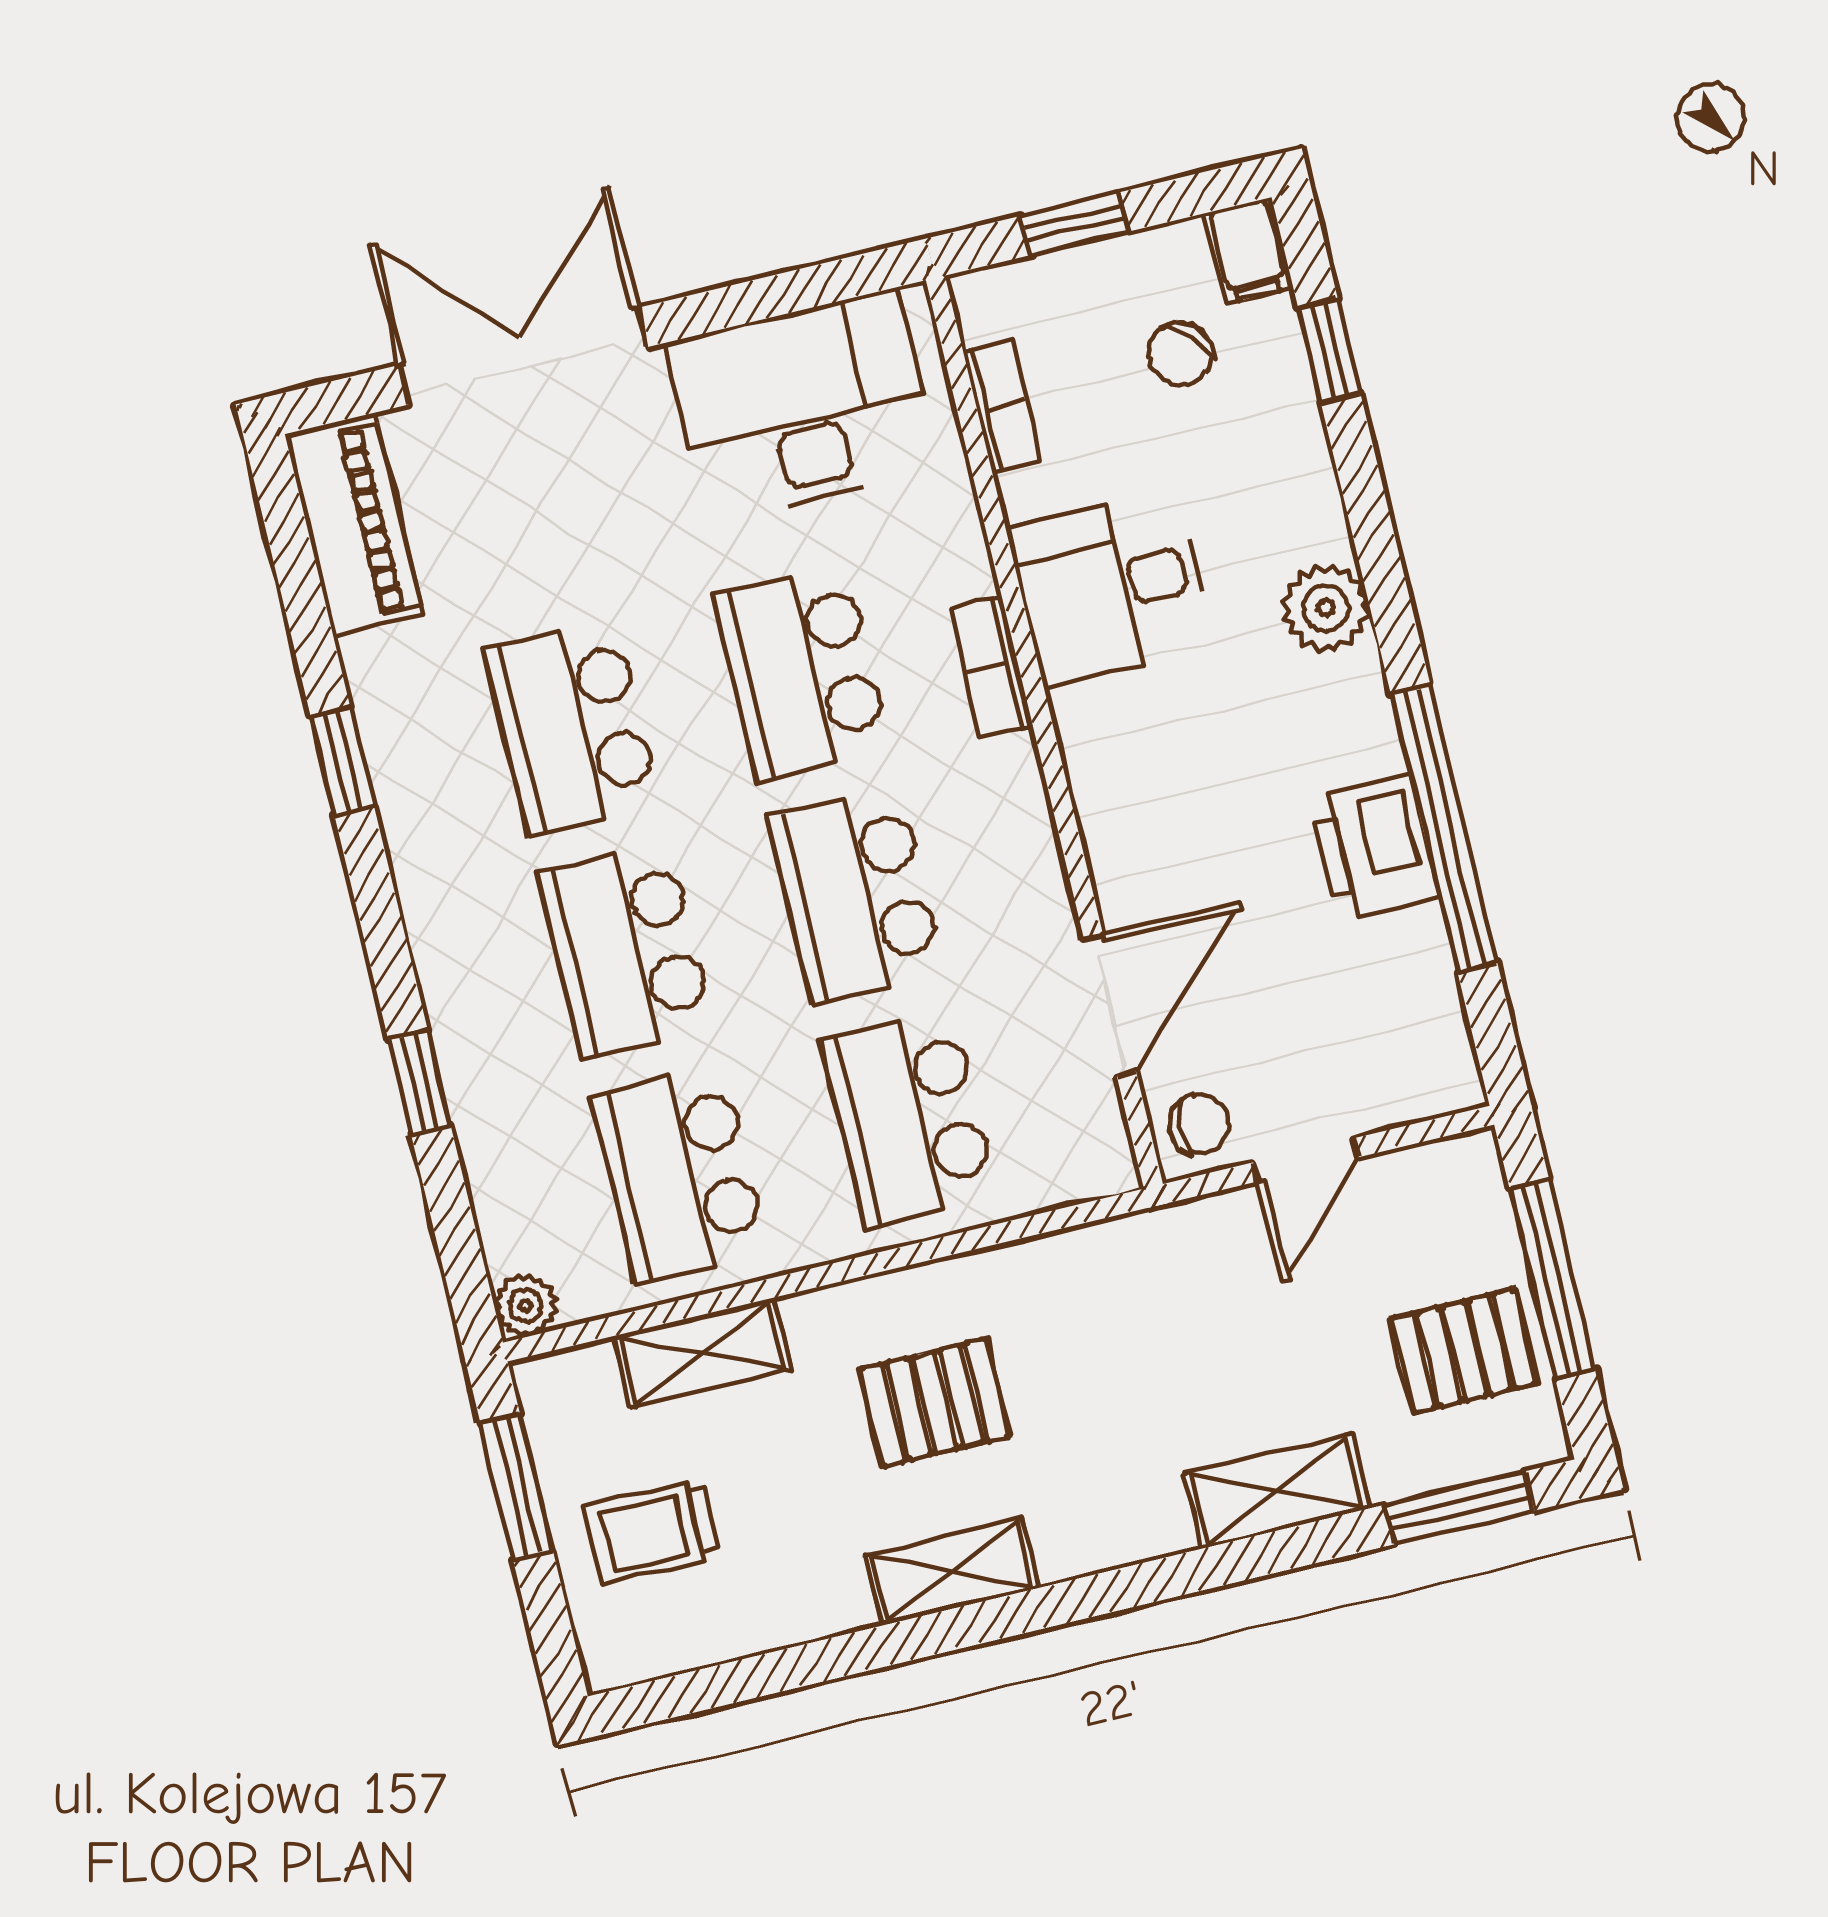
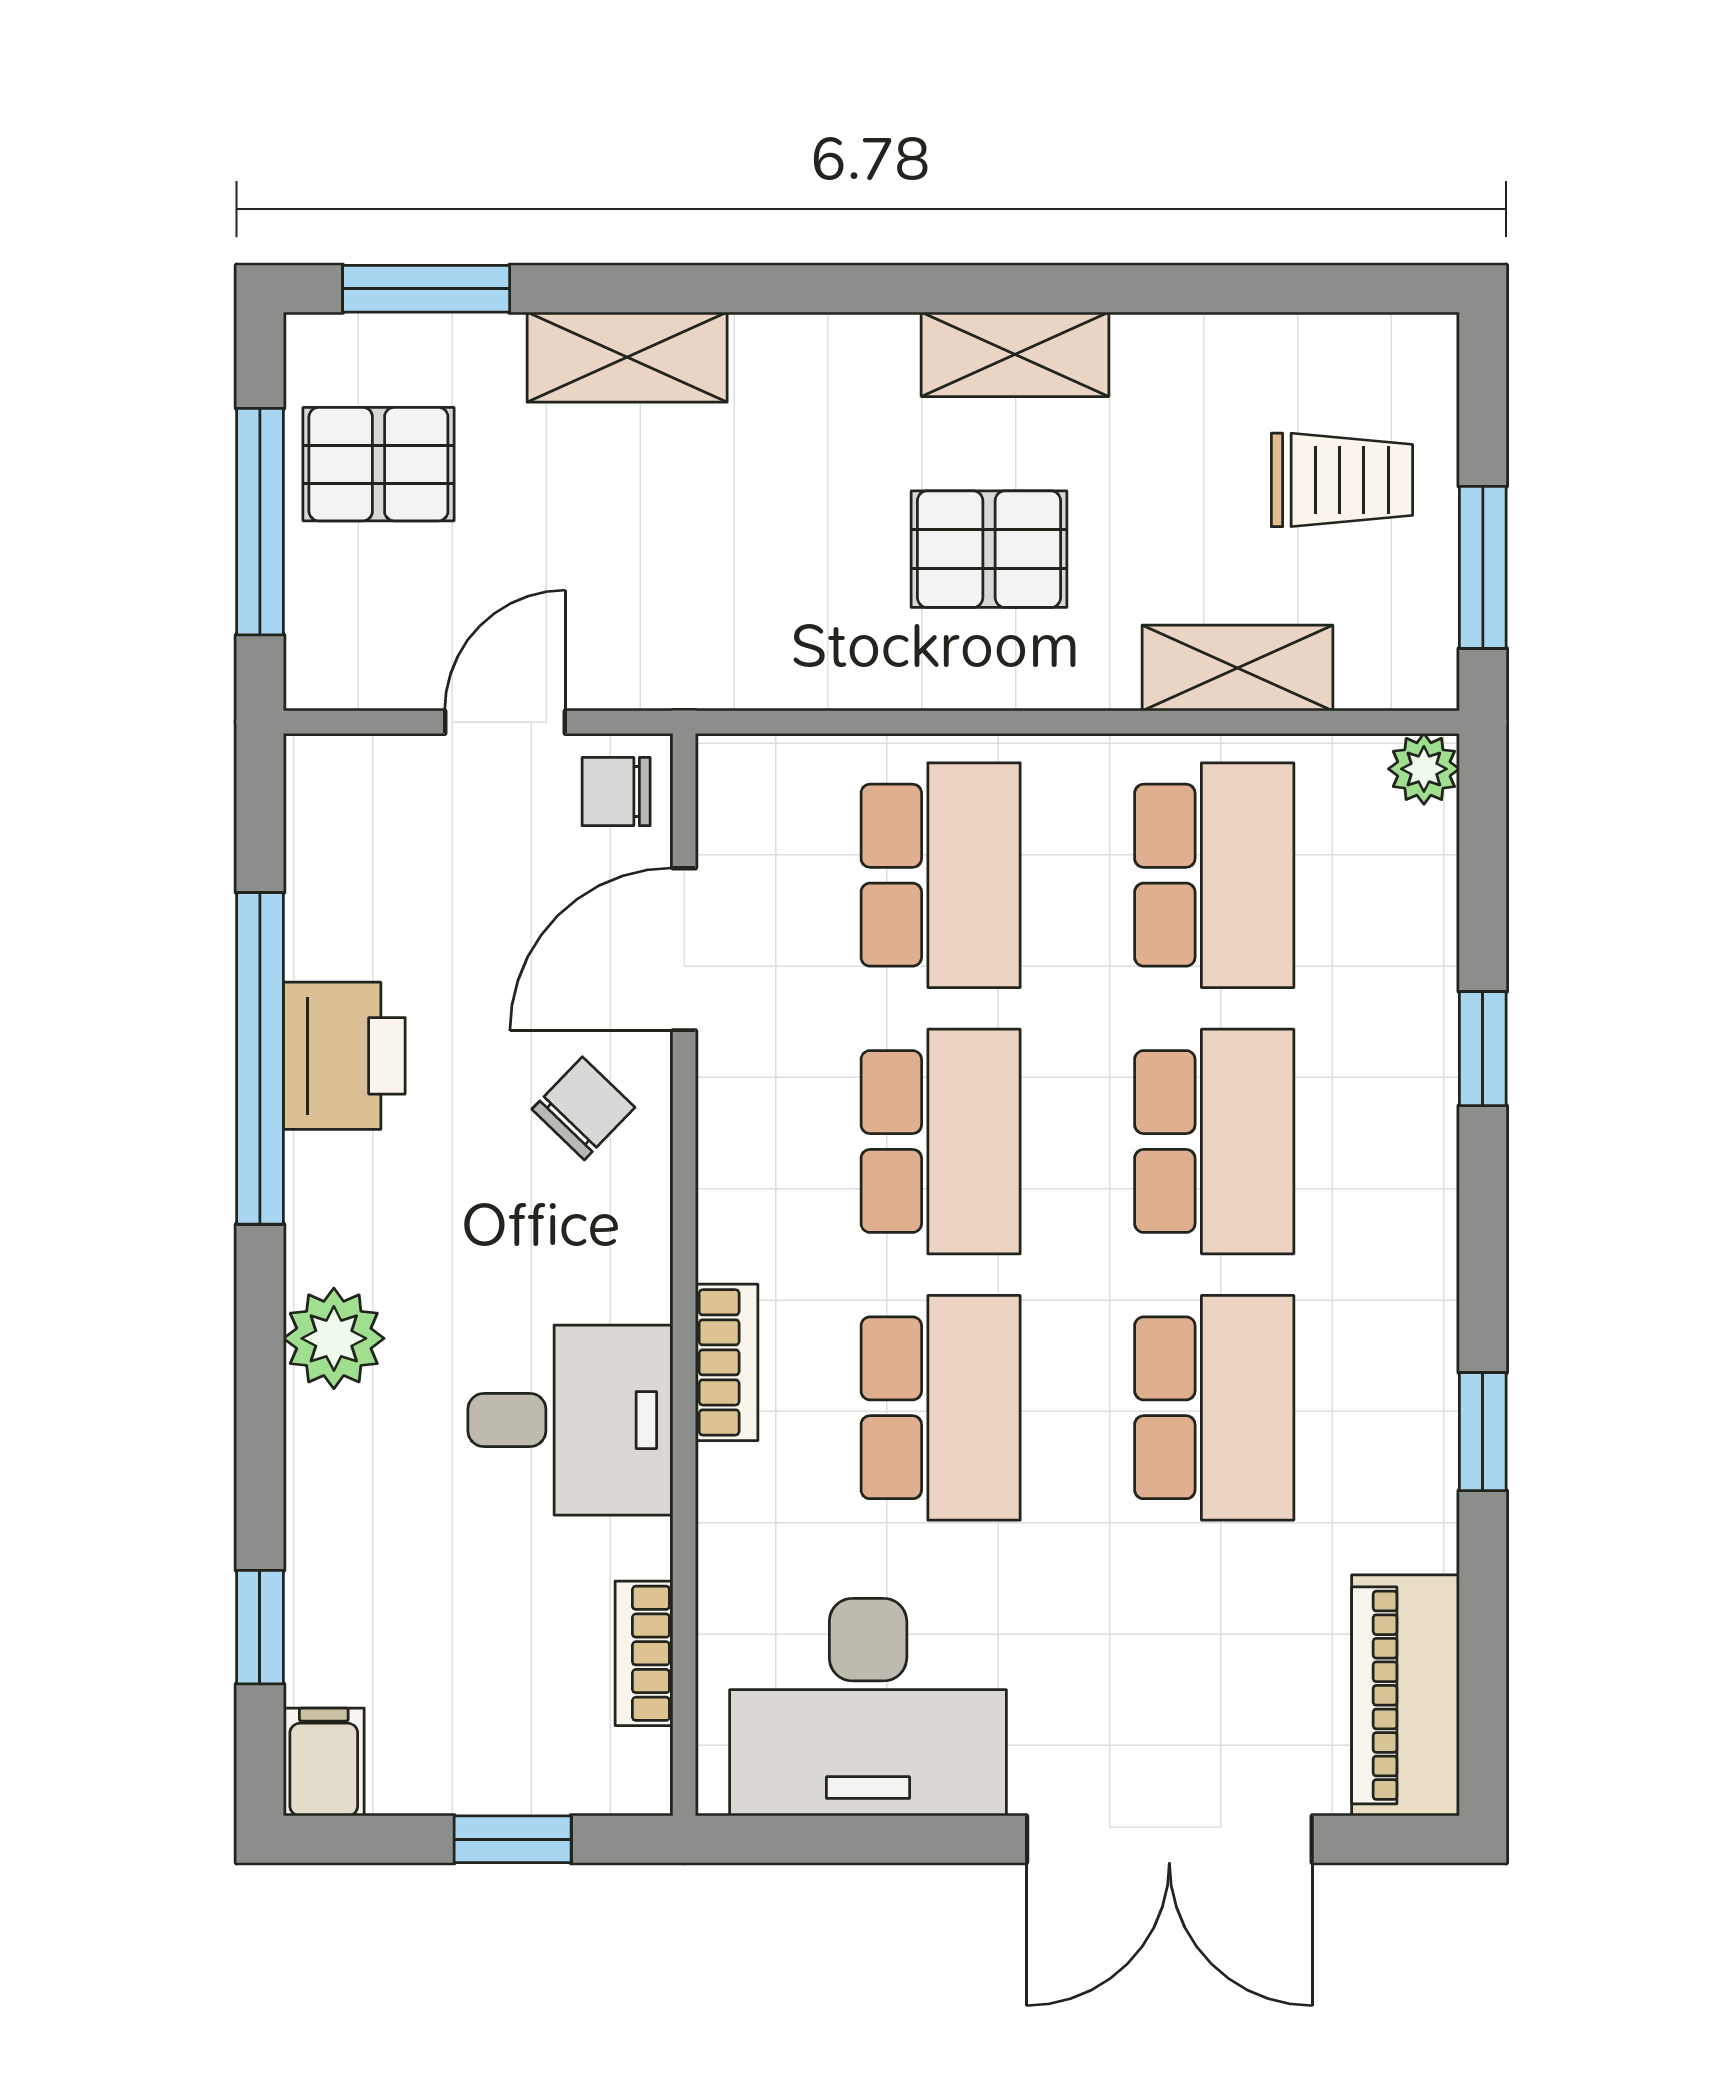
chair: (1181, 354) -> (583, 1108), moved

